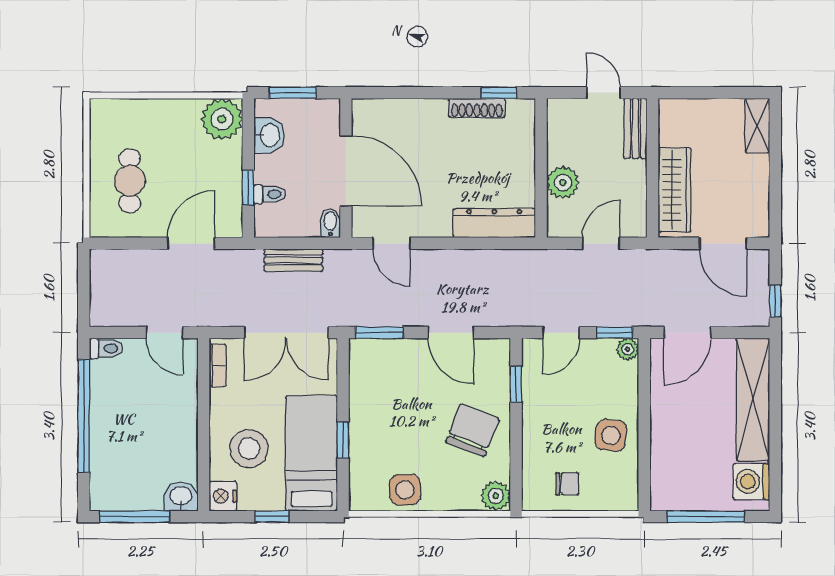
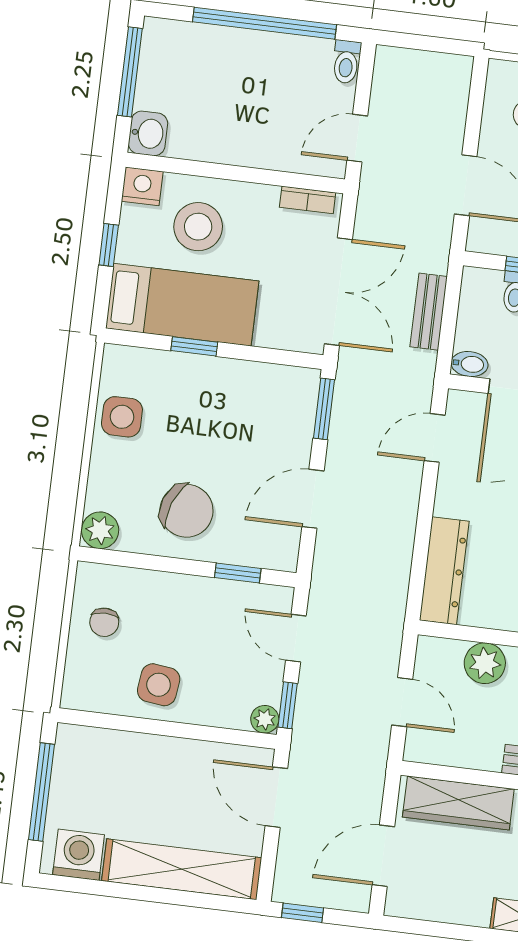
double door: (286, 333) -> (338, 292), swing flipped

